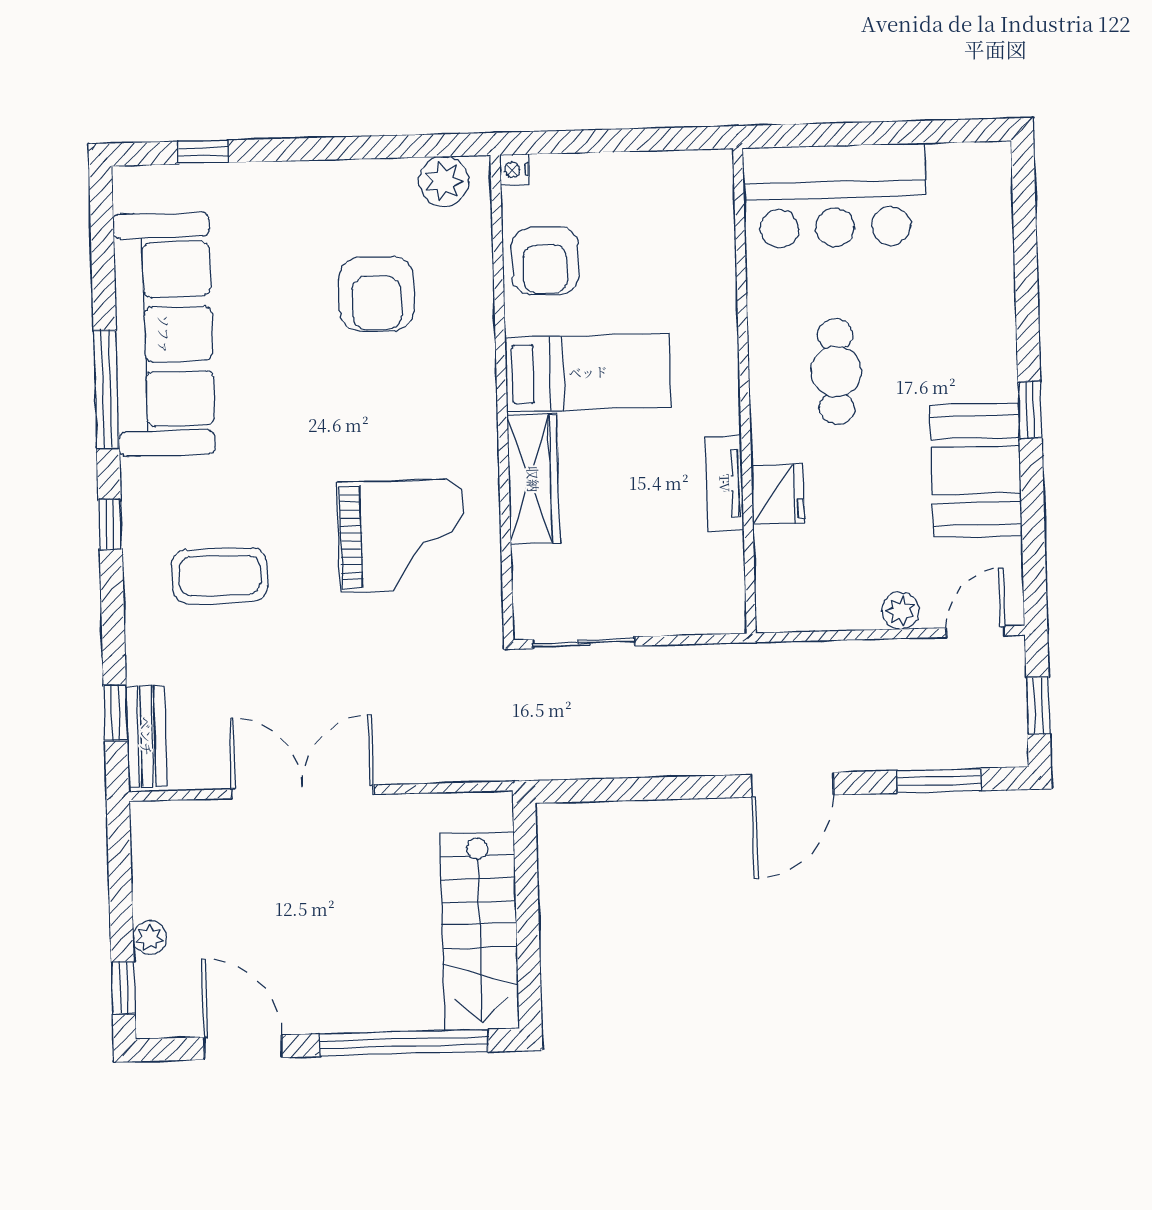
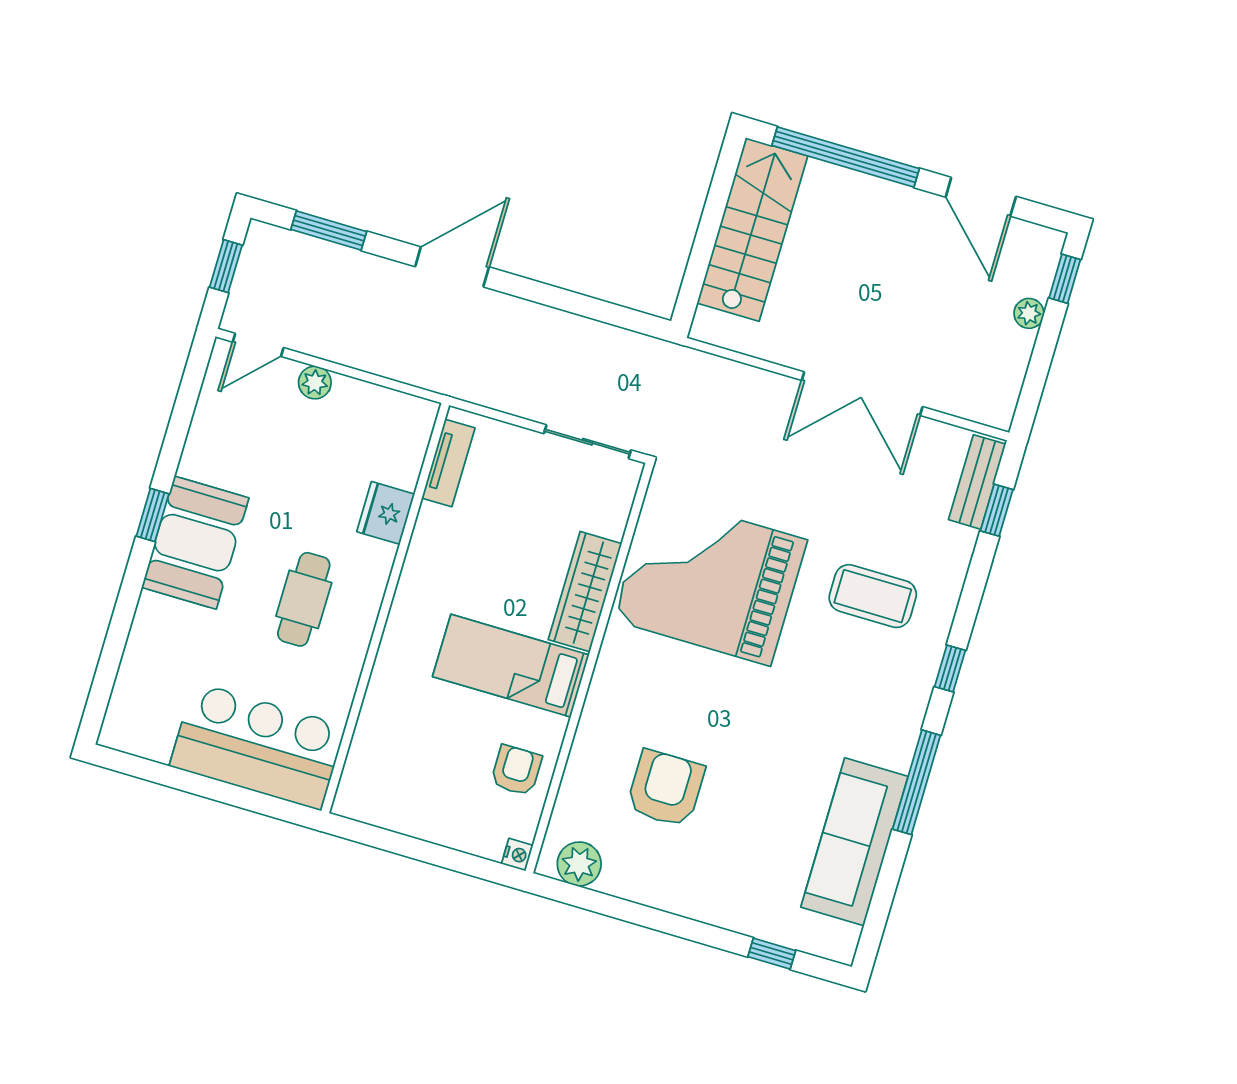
armchair: (545, 261) -> (516, 770), width x0.72, depth x0.72
sofa: (164, 334) -> (854, 842), width x0.74, depth x0.79
booth: (976, 470) -> (195, 543), moved
tv unit: (725, 483) -> (448, 463), moved
grand piano: (402, 536) -> (710, 580), width x1.37, depth x1.48

